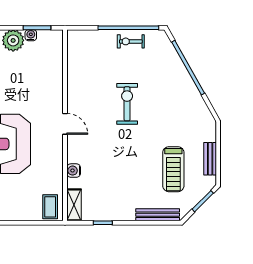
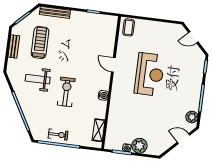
exercise bike: (127, 104) -> (66, 92), turned 180
weight bench: (170, 117) -> (38, 79), added
door: (65, 124) -> (113, 65), moved
water cooler: (74, 171) -> (103, 95), moved
shelving: (74, 205) -> (99, 130), moved

